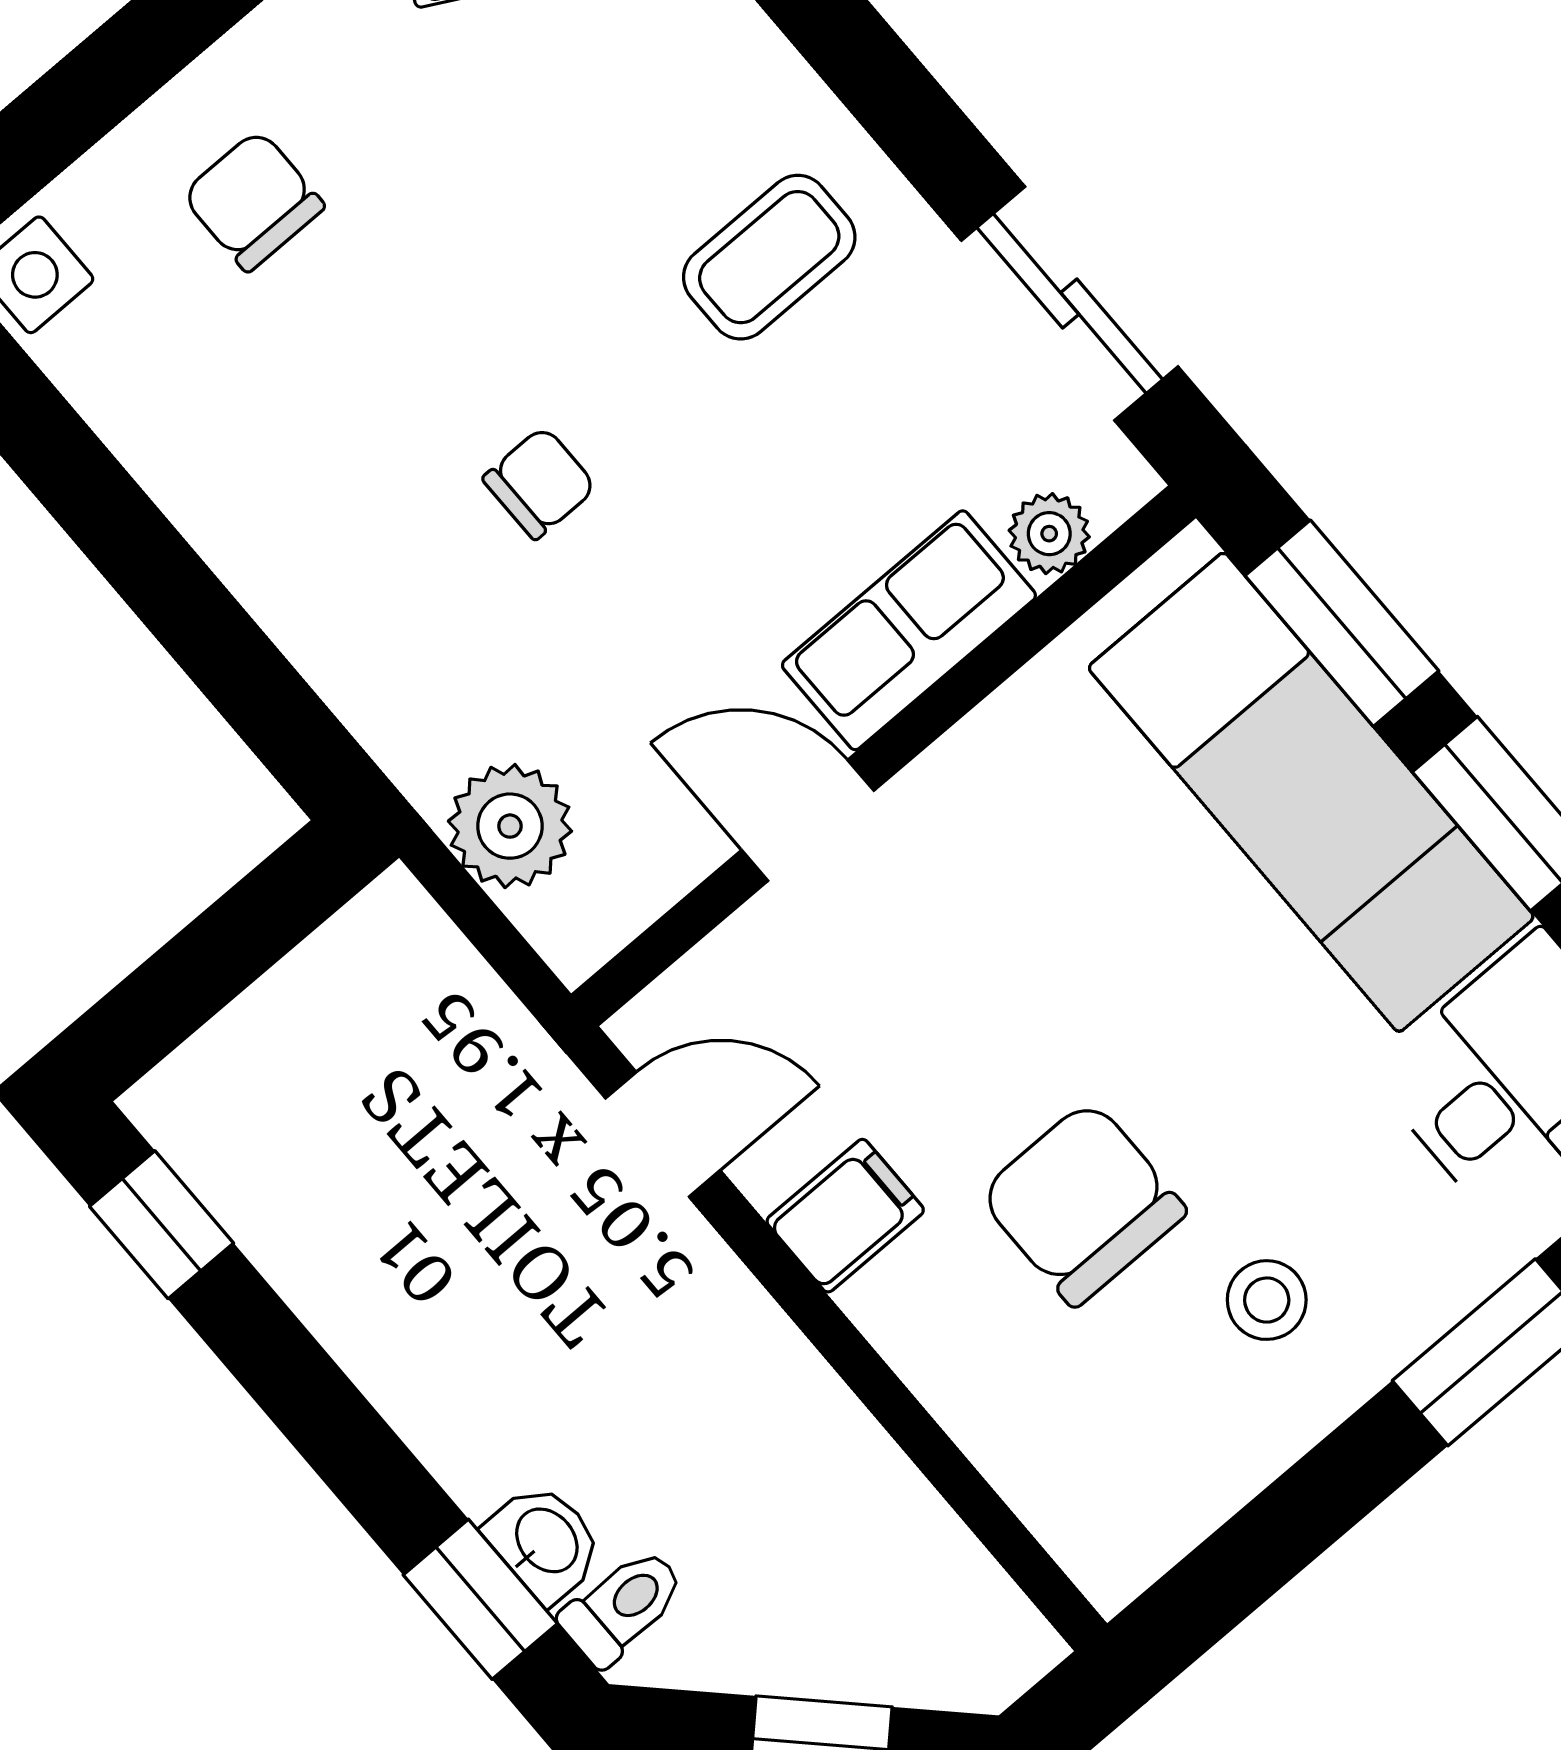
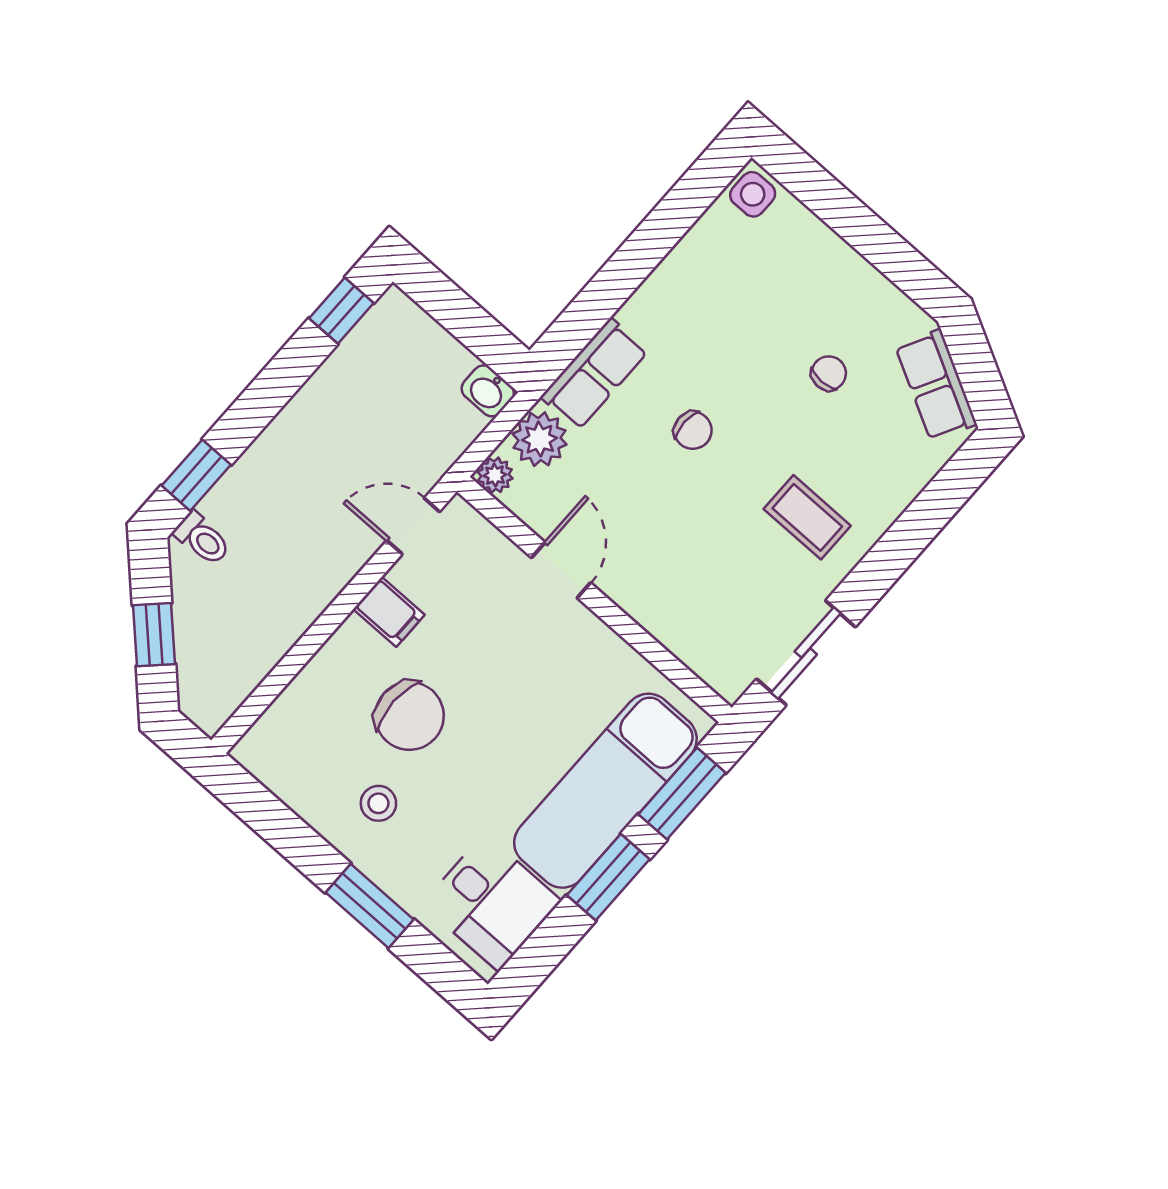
chair: (253, 201) -> (829, 373), moved, width x0.73, depth x0.73
plant: (1049, 534) -> (495, 475), moved
row of seats: (909, 630) -> (594, 374), moved, turned 90
door: (663, 1134) -> (413, 526), swing flipped
chair: (1082, 1203) -> (409, 716), turned 90
washbasin: (545, 1542) -> (488, 391), moved, turned 90

